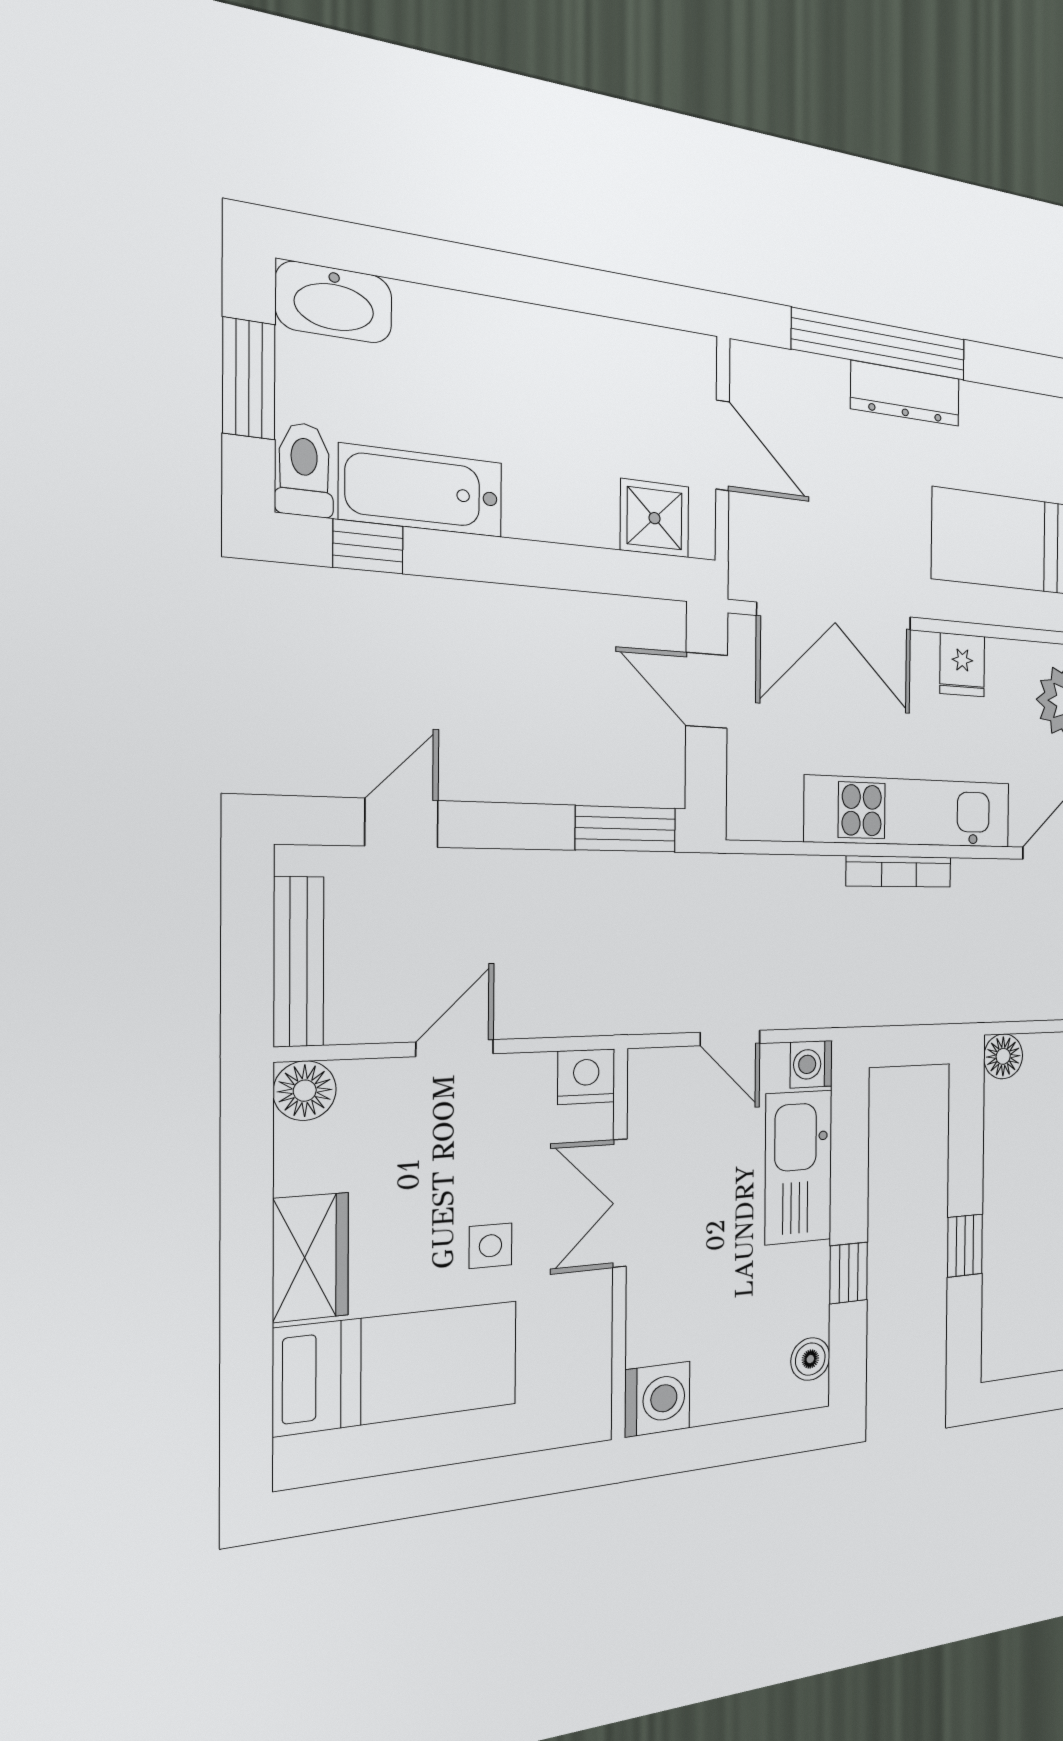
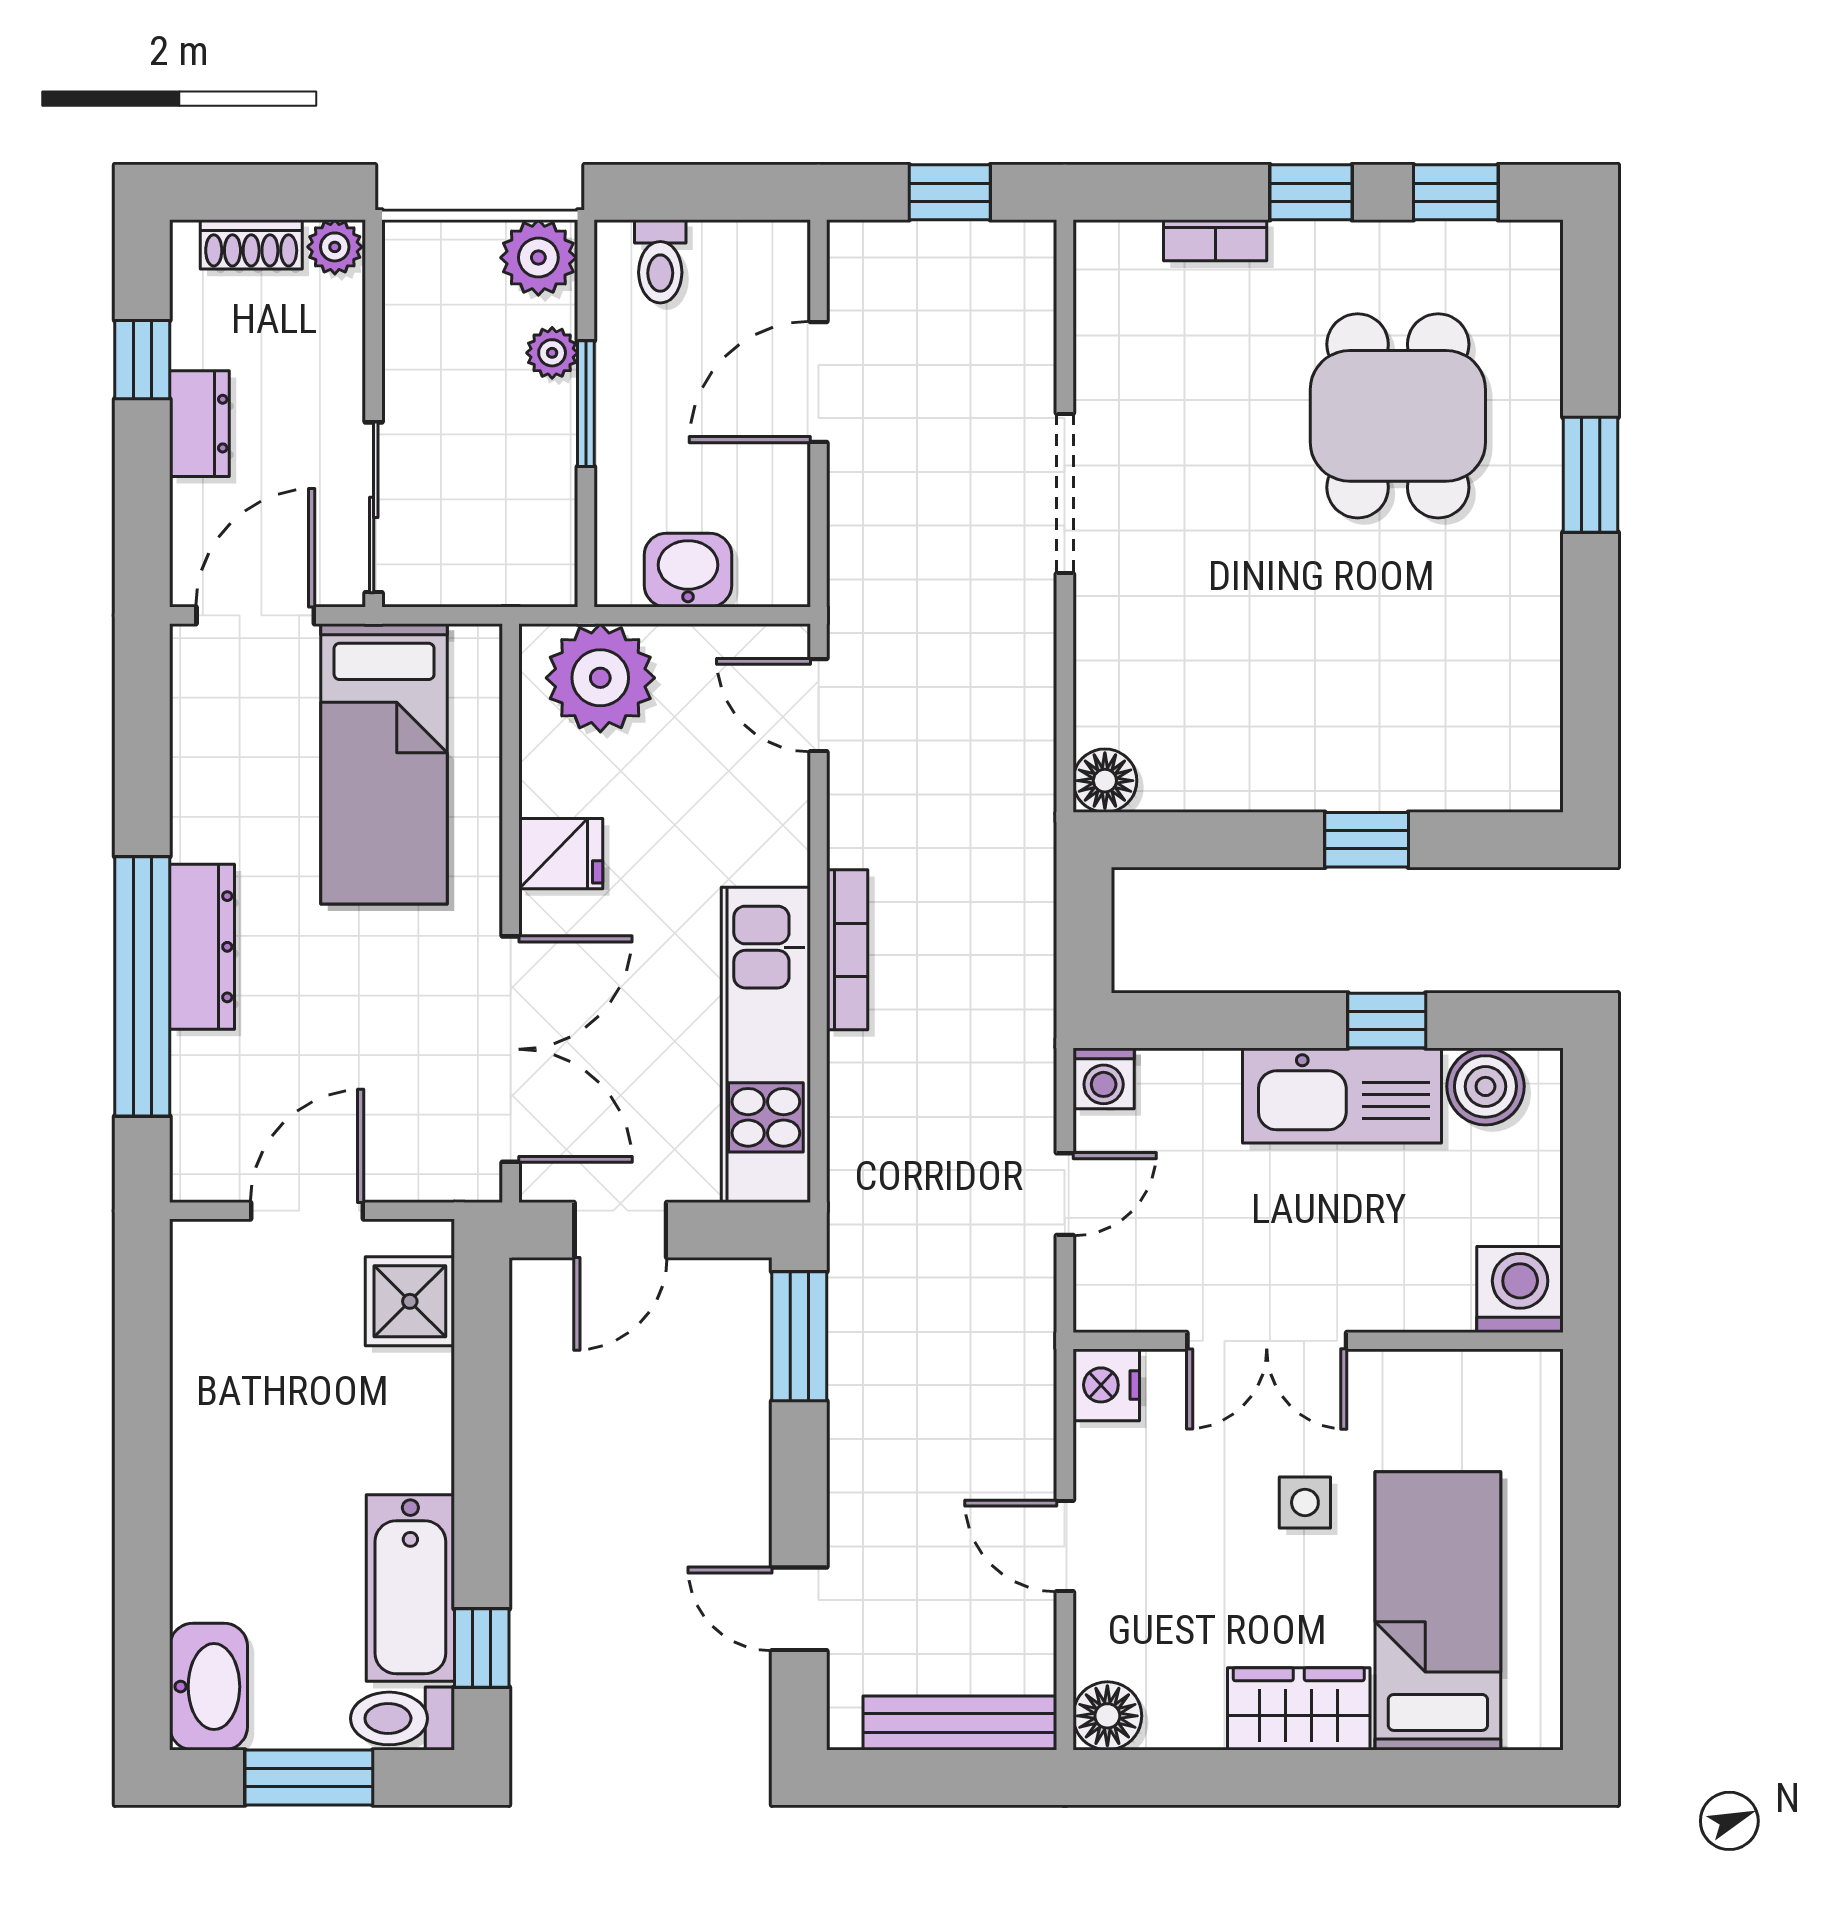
kitchen unit: (909, 812) -> (766, 1045), moved
kitchen sink: (799, 1167) -> (1342, 1096), moved
boiler: (810, 1359) -> (1485, 1086), width x1.36, depth x1.36

